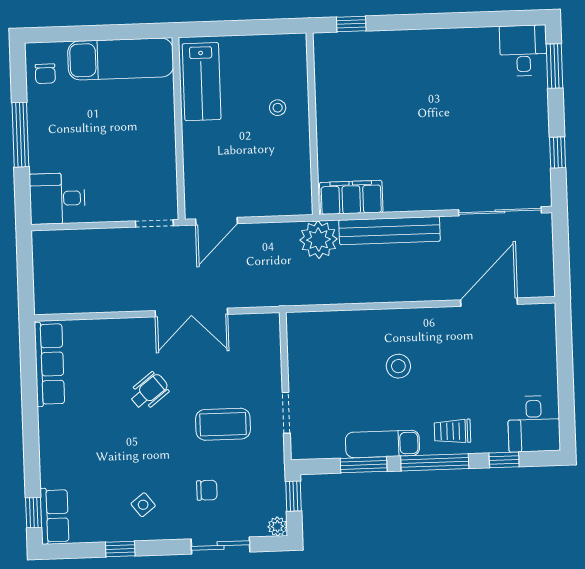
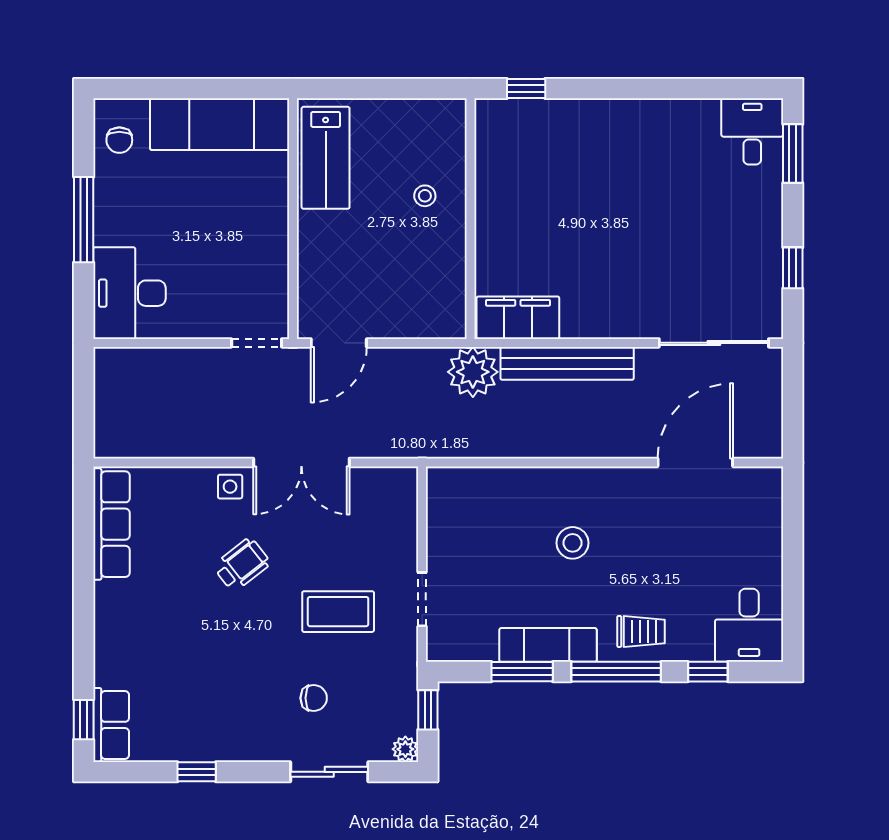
desk: (57, 199) -> (129, 293), width x1.37
trolley: (452, 431) -> (641, 631), turned 180
side table: (143, 505) -> (230, 487), moved, turned 38

